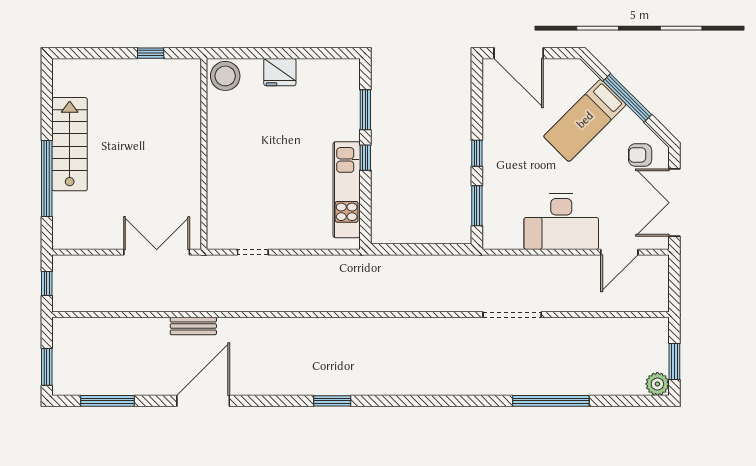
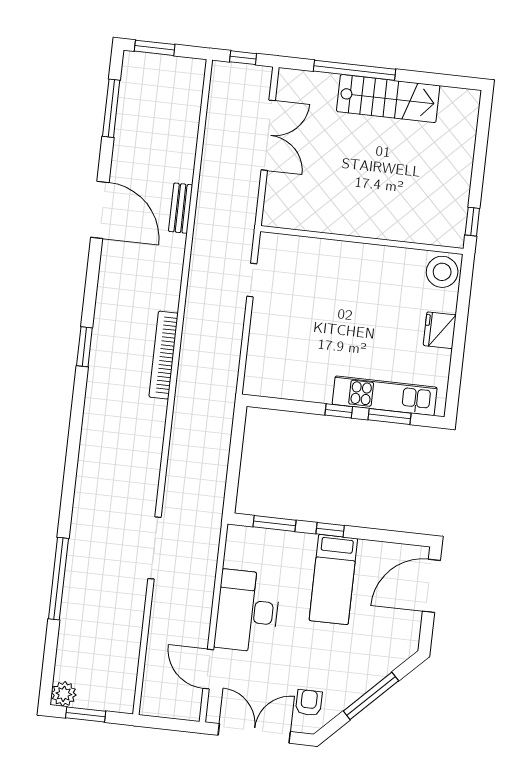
window: (151, 53) -> (472, 222), moved
bed: (585, 120) -> (333, 579), moved, turned -135
kitchen unit: (347, 190) -> (385, 396), moved
double door: (157, 252) -> (268, 135), moved
bookcase: (332, 326) -> (164, 355), added

